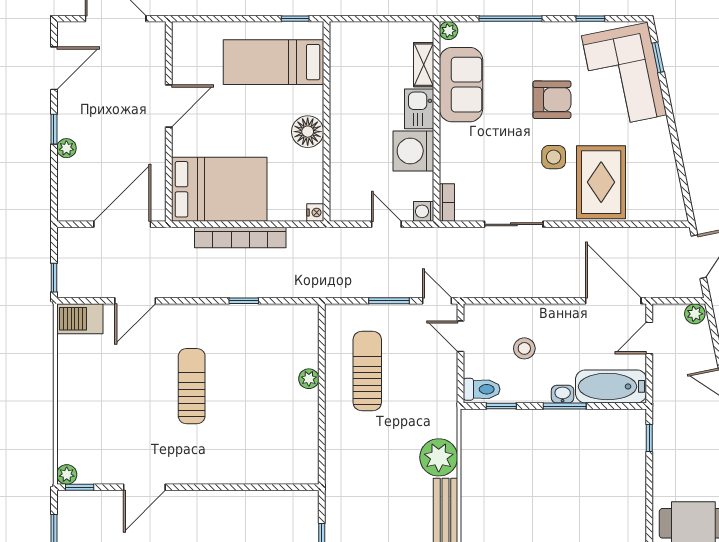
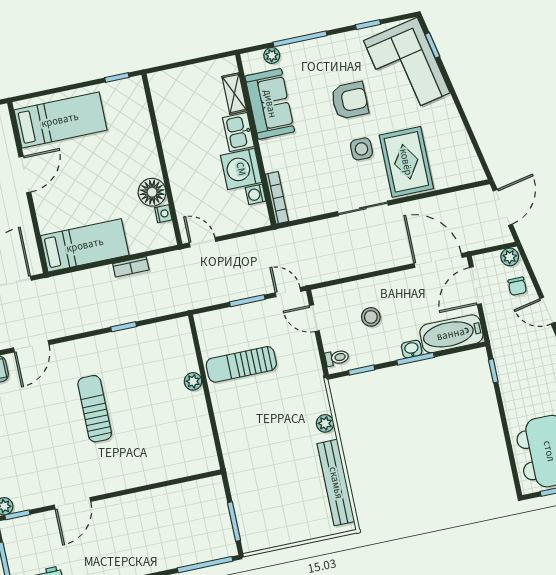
plant: (448, 31) -> (272, 55), moved
bed: (274, 62) -> (60, 120), moved, turned 180
floor lamp: (308, 132) -> (152, 192), moved
bed: (219, 189) -> (85, 245), width x0.67
bookcase: (447, 203) -> (277, 198), width x1.56
washing machine: (424, 211) -> (256, 194), moved
nightstand: (315, 212) -> (163, 214), moved
door: (386, 224) -> (202, 242), moved
sliding door: (514, 224) -> (363, 208), moved
bookcase: (240, 238) -> (131, 267), width x0.43, depth x0.76
door: (649, 338) -> (475, 286), width x1.38
chair: (696, 349) -> (517, 286), added
sun lounger: (367, 371) -> (241, 364), turned -90
toilet: (482, 389) -> (337, 358), width x0.73, depth x0.72
plant: (439, 457) -> (325, 423), width x0.53, depth x0.53

